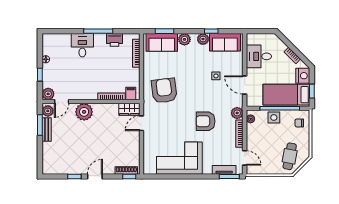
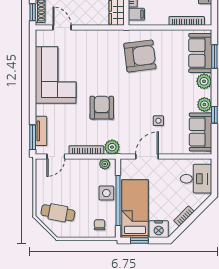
desk: (259, 56) -> (196, 179), moved, turned 90
door: (141, 123) -> (62, 28), moved

